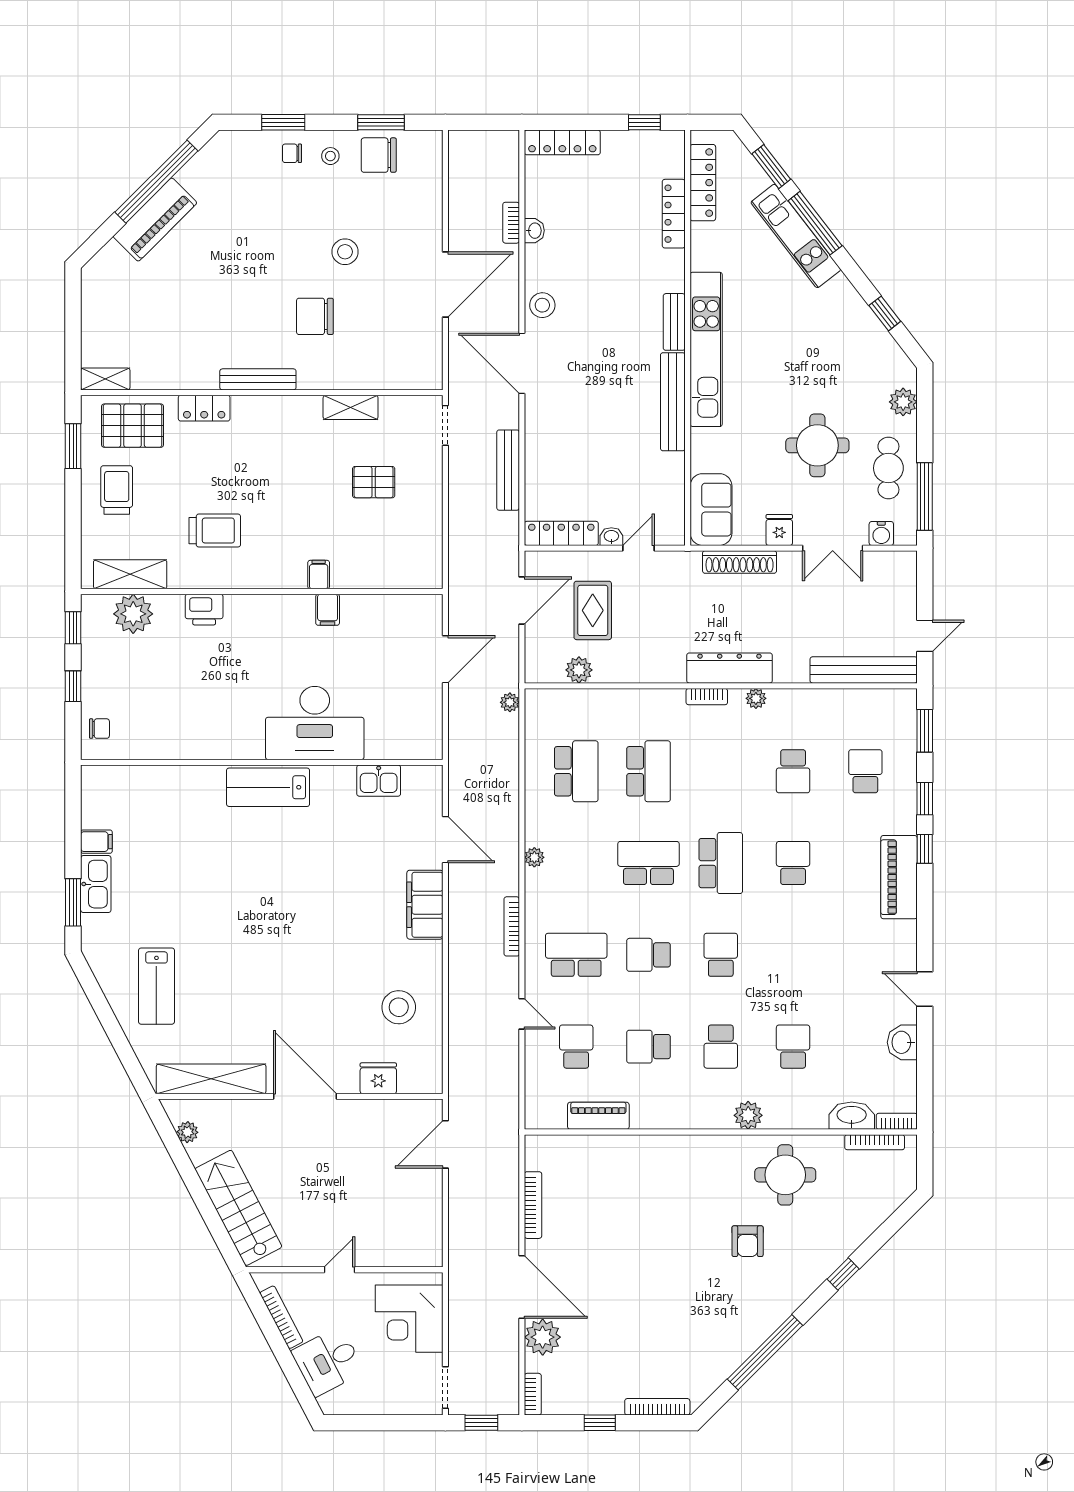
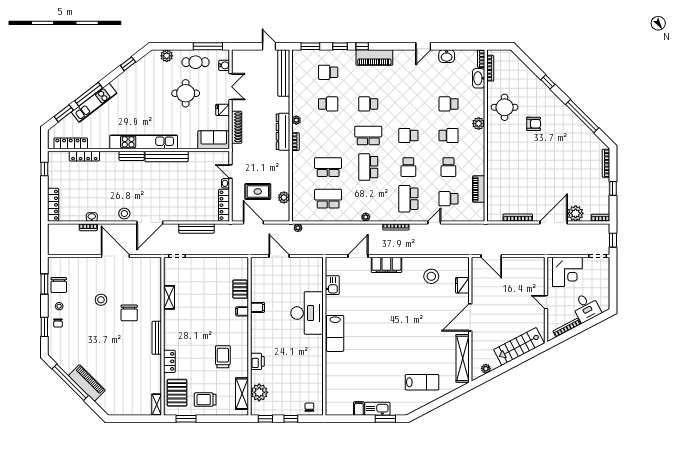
pallet: (374, 482) -> (240, 289), moved

